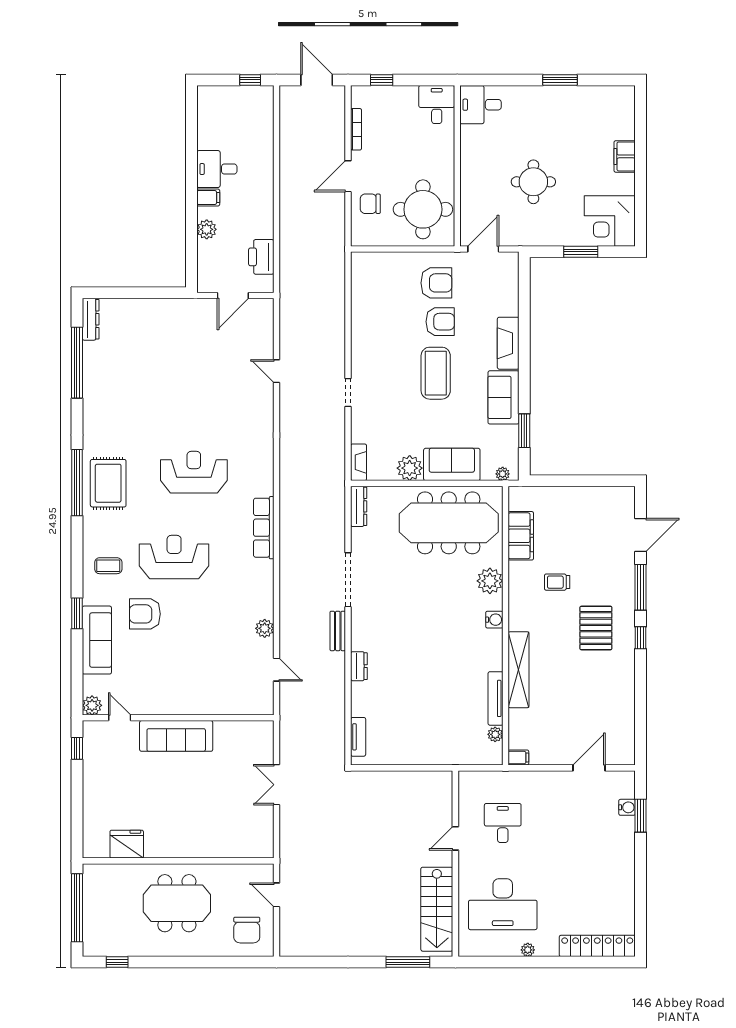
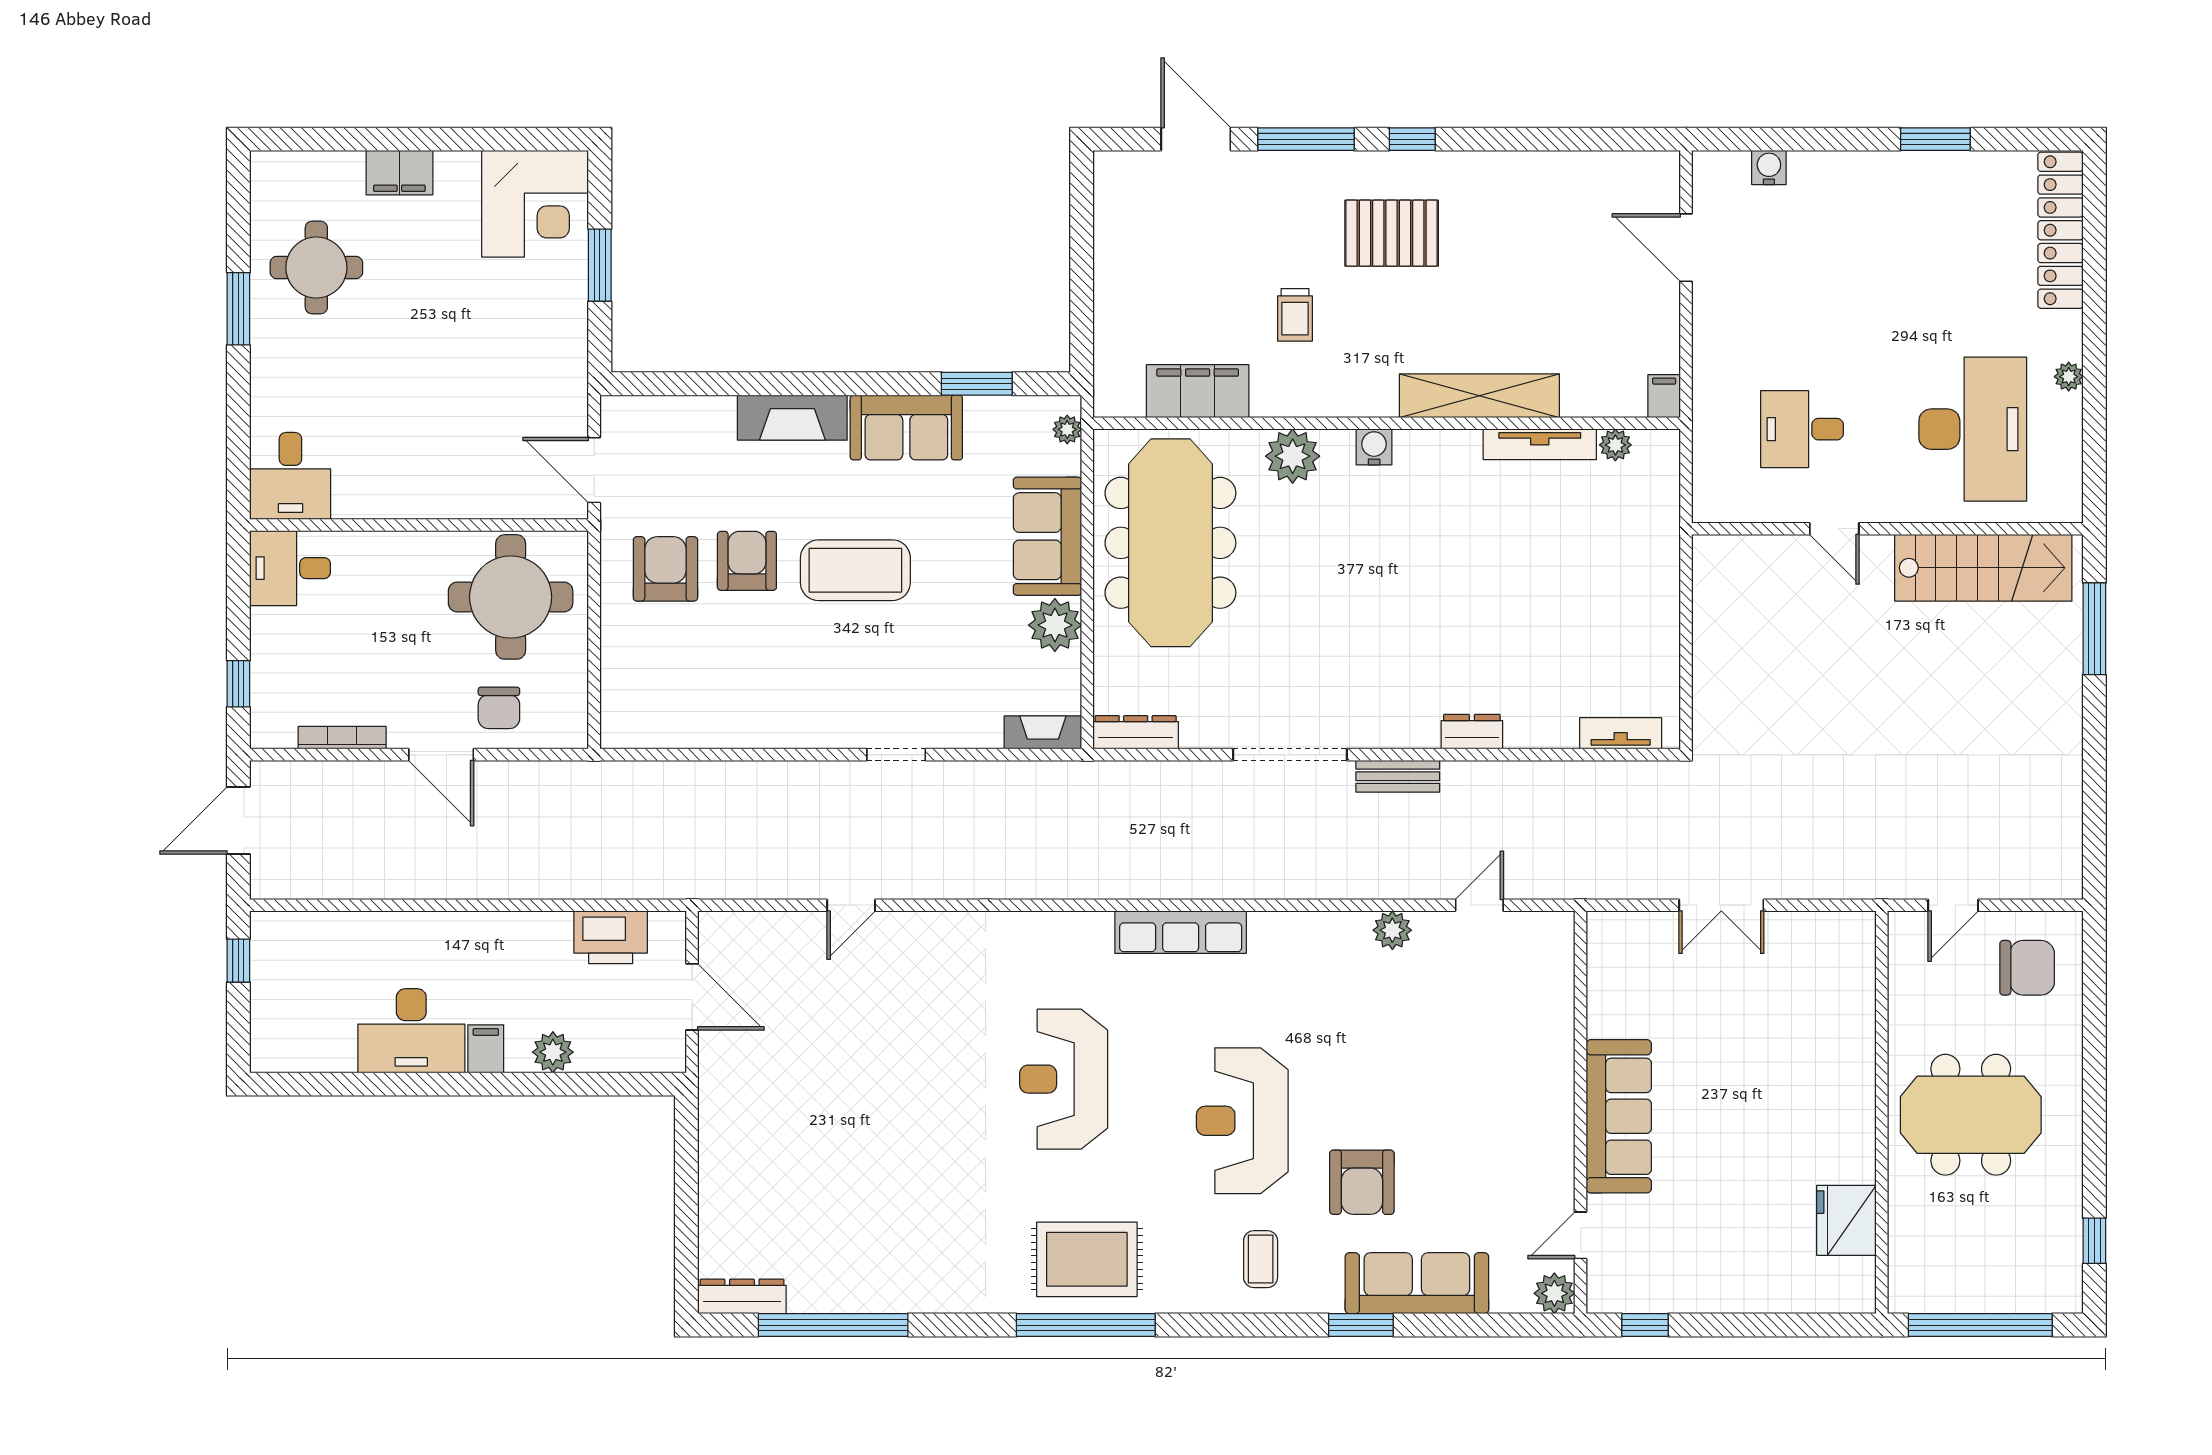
desk: (217, 169) -> (411, 1031), width x1.37
round table: (533, 182) -> (316, 268), moved
window: (641, 816) -> (1935, 139), moved
meeting table: (177, 903) -> (1971, 1115), turned 90

